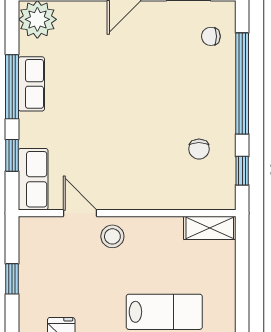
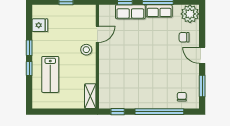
chair: (199, 149) -> (184, 37), moved
row of seats: (33, 179) -> (130, 12), moved

